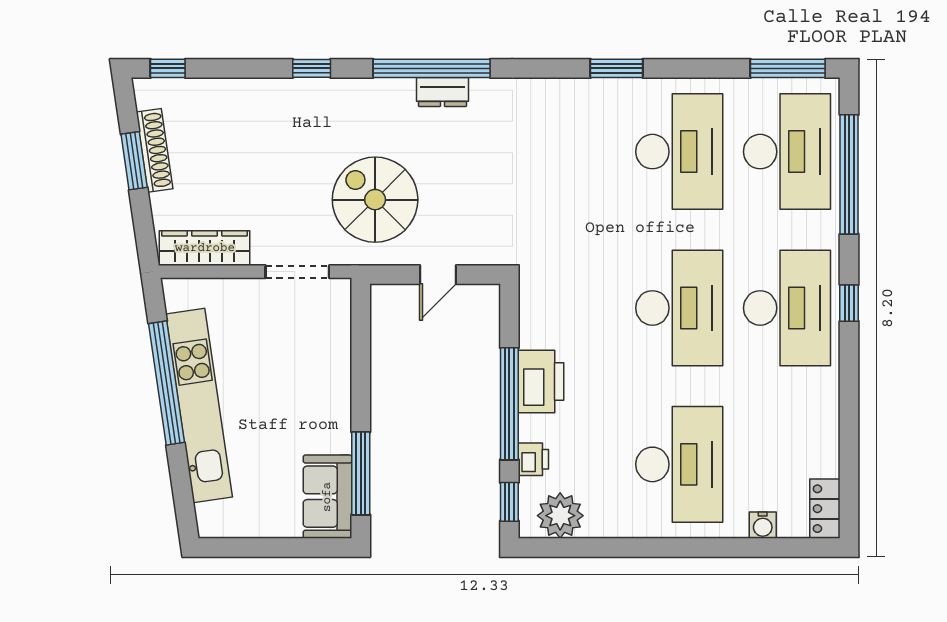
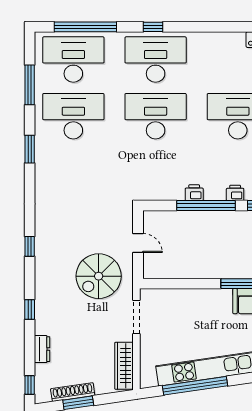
window: (432, 68) -> (30, 246), width x0.32
window: (788, 68) -> (30, 85), moved
dresser: (442, 92) -> (42, 349), moved
printer: (541, 381) -> (194, 193), width x0.53, depth x0.68

